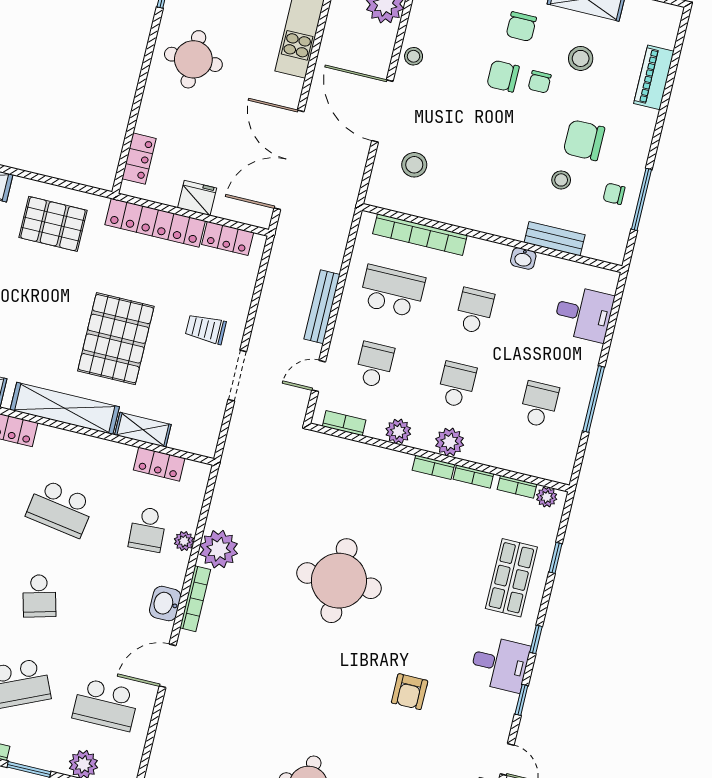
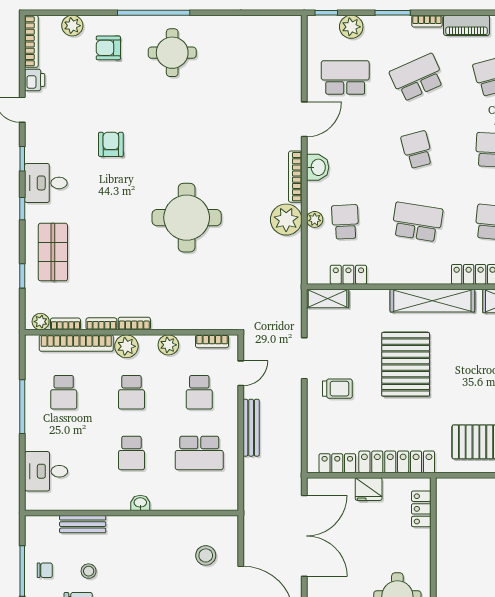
bookcase: (420, 235) -> (76, 343), moved, turned 180
washbasin: (523, 258) -> (140, 503), moved
shelving: (143, 430) -> (328, 298), moved

